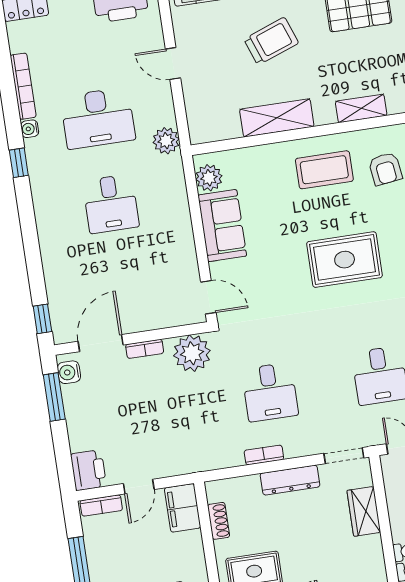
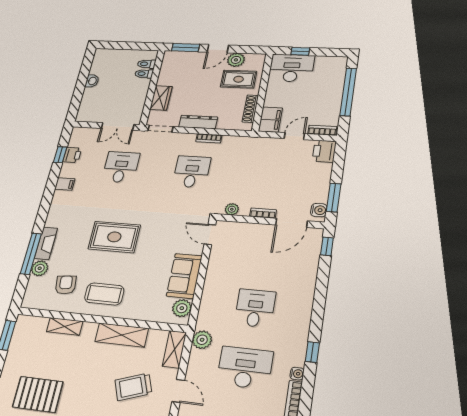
trolley: (271, 41) -> (133, 387), moved
shelving: (198, 118) -> (174, 349), added
plant: (192, 353) -> (232, 209), width x0.53, depth x0.53
shoe rack: (219, 521) -> (250, 109), width x1.43

